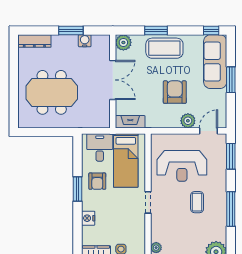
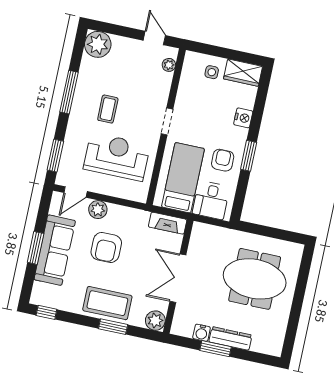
dresser: (34, 41) -> (230, 338), moved
sofa: (215, 62) -> (55, 250), moved

